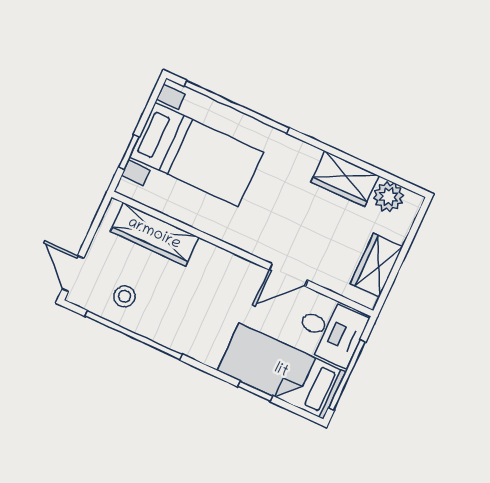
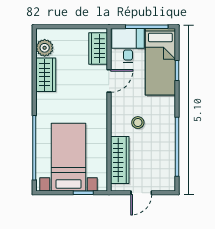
wardrobe: (377, 265) -> (98, 48), moved, turned 90
door: (73, 274) -> (141, 193), moved
door: (288, 275) -> (109, 81), hinge flipped
stool: (124, 296) -> (138, 123), moved

